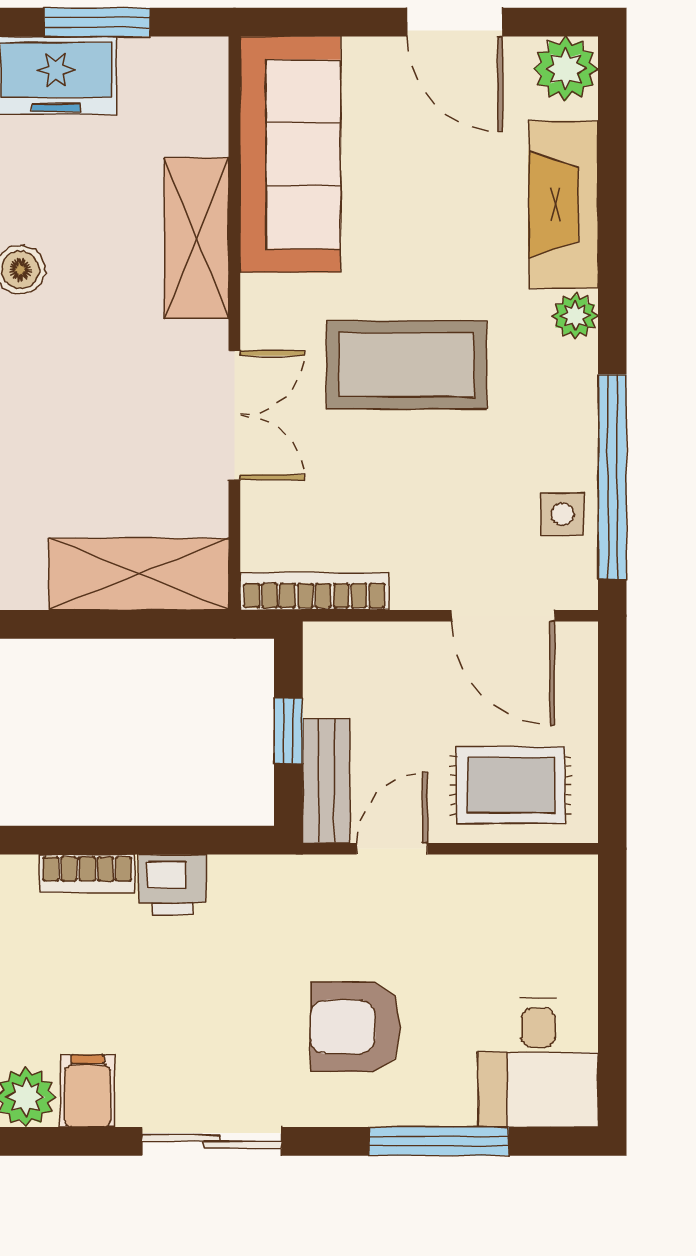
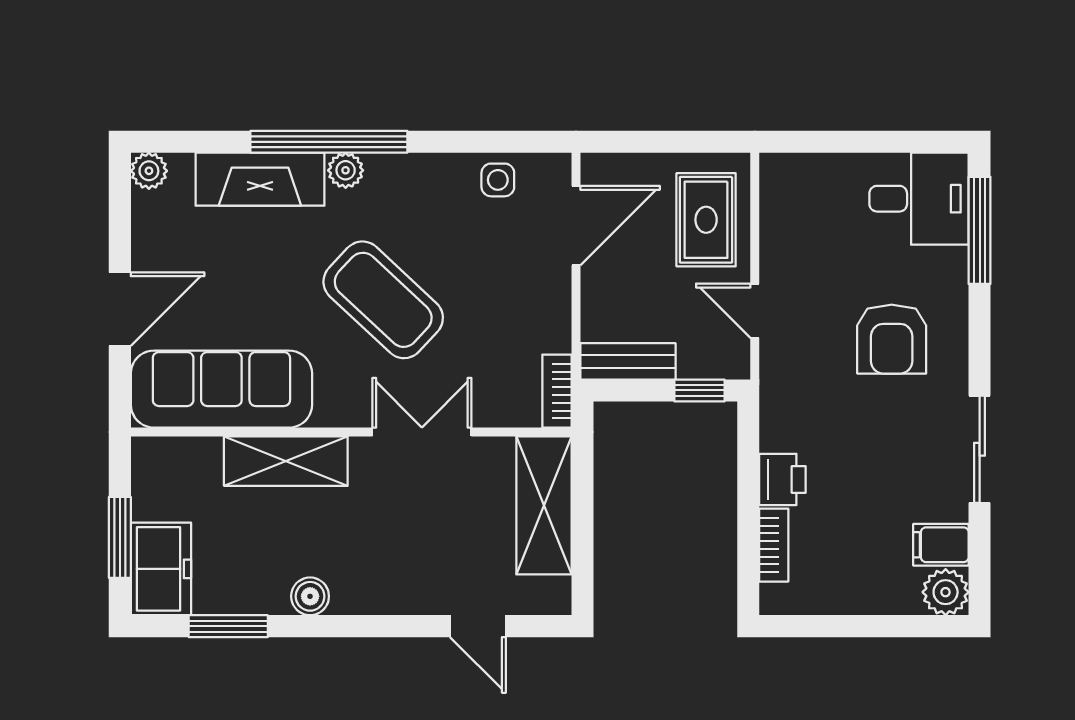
door: (455, 22) -> (120, 309), moved
plant: (566, 69) -> (149, 171), width x0.73, depth x0.73
coffee table: (406, 365) -> (383, 300), turned -47
window: (612, 477) -> (329, 142), moved
bookcase: (314, 591) -> (557, 391), width x0.64
window: (288, 731) -> (700, 390), moved
bench: (326, 781) -> (628, 361), moved
window: (439, 1141) -> (980, 230), moved

